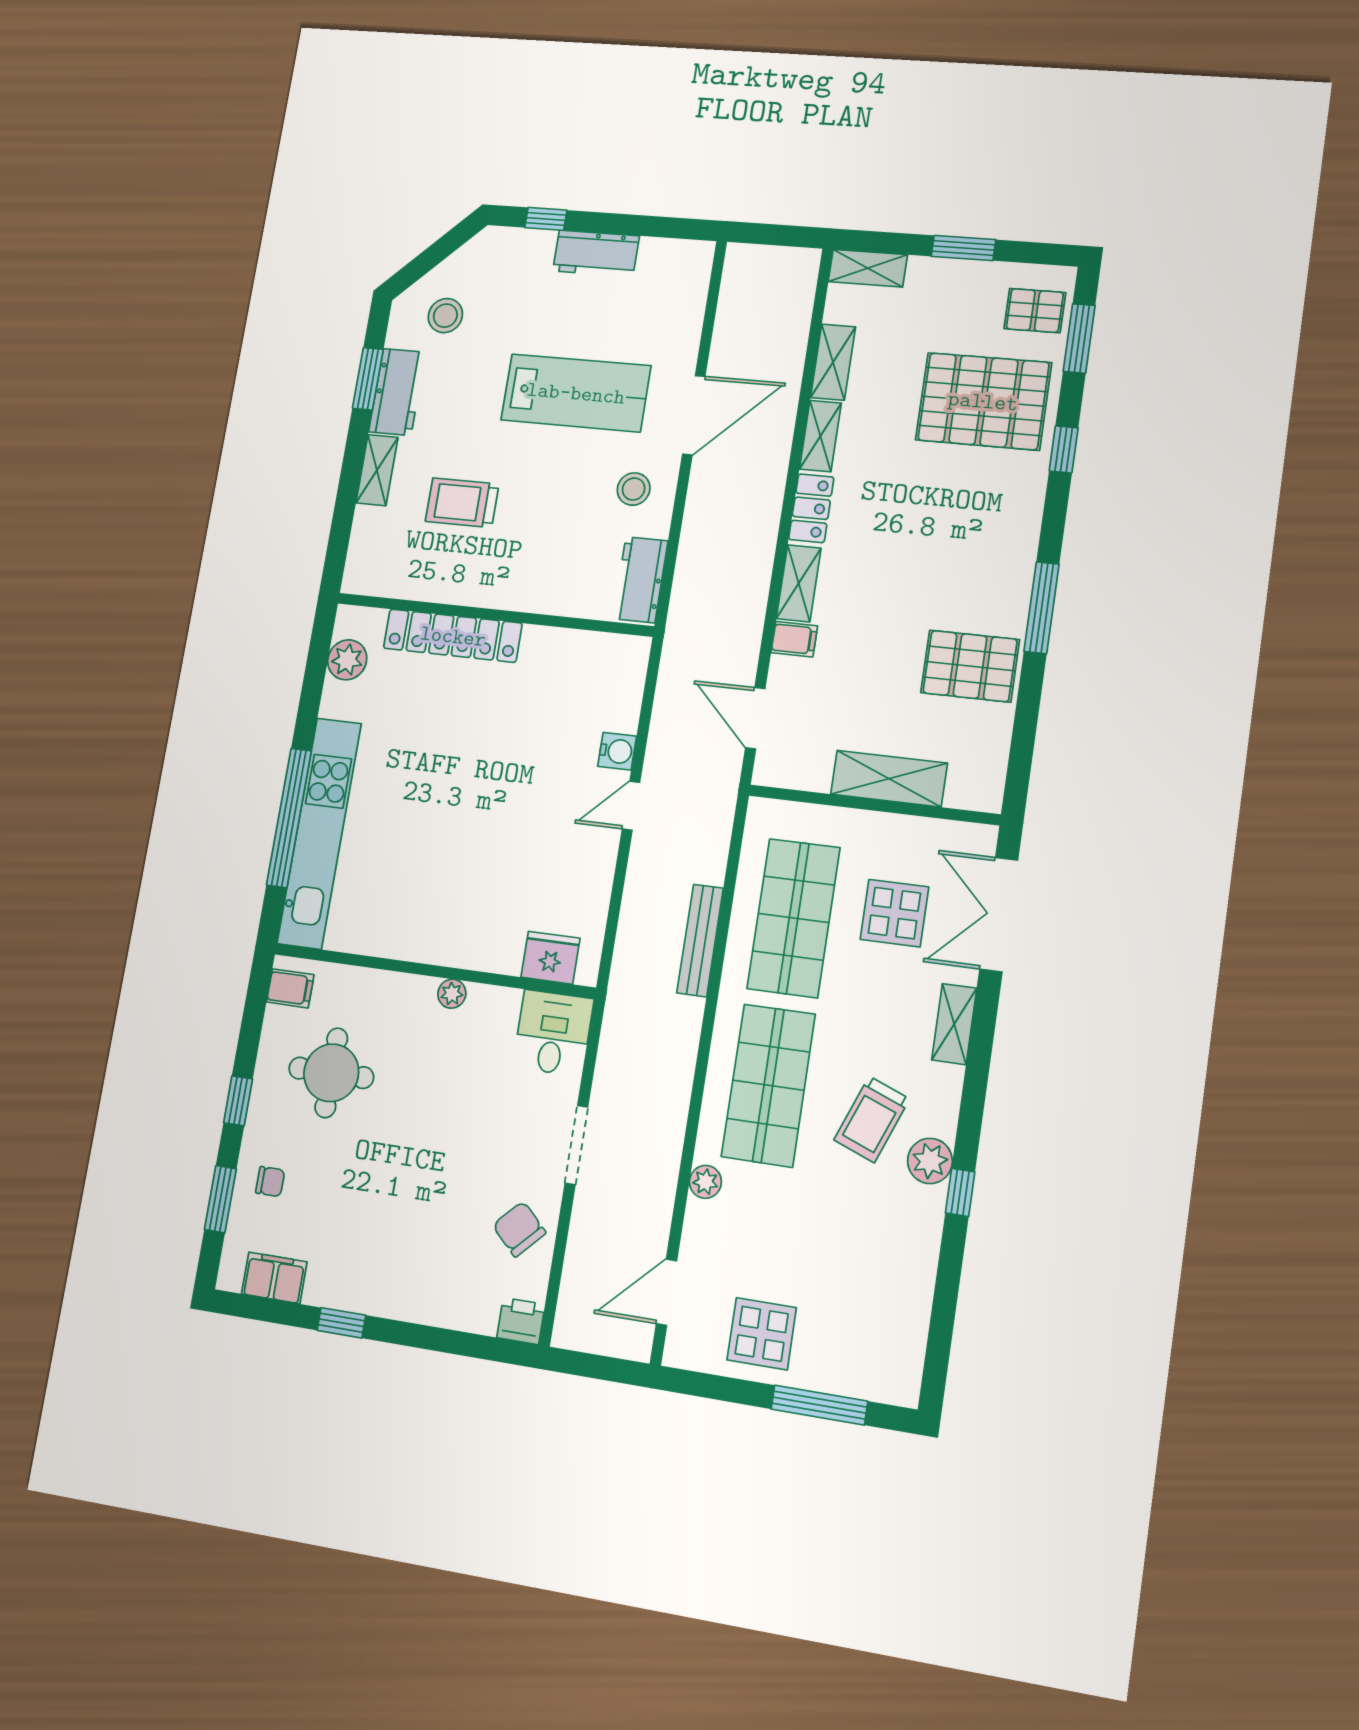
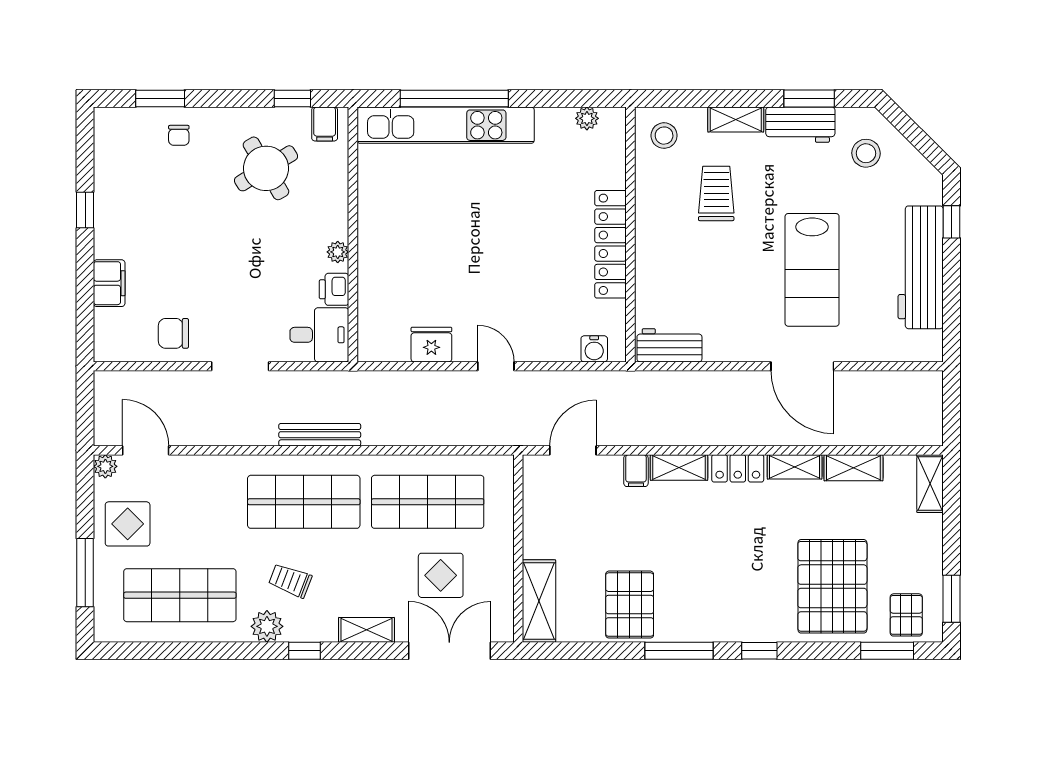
window: (963, 248) -> (951, 599), moved
workbench: (596, 253) -> (921, 267), width x1.88, depth x1.32
window: (1064, 449) -> (759, 651), moved
stool: (634, 489) -> (664, 136), moved
locker: (453, 636) -> (611, 244), moved
plant: (347, 660) -> (587, 118), width x0.73, depth x0.73
water cooler: (617, 751) -> (594, 349), moved
shelving: (889, 779) -> (539, 601), moved
bench: (700, 940) -> (320, 435), moved
fridge: (550, 958) -> (431, 345), moved, turned -90
round table: (331, 1073) -> (266, 168), turned -31
window: (238, 1101) -> (292, 98), moved
trolley: (872, 1119) -> (290, 580), width x0.73, depth x0.72
plant: (705, 1182) -> (105, 466), moved
window: (960, 1192) -> (305, 651), moved
chair: (519, 1229) -> (173, 333), turned -134
shop shelf: (870, 1276) -> (180, 595), added
filing cabinet: (274, 1278) -> (109, 283), moved
printer: (521, 1321) -> (334, 289), moved, turned 180

